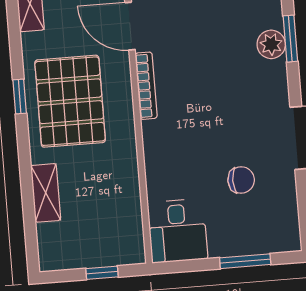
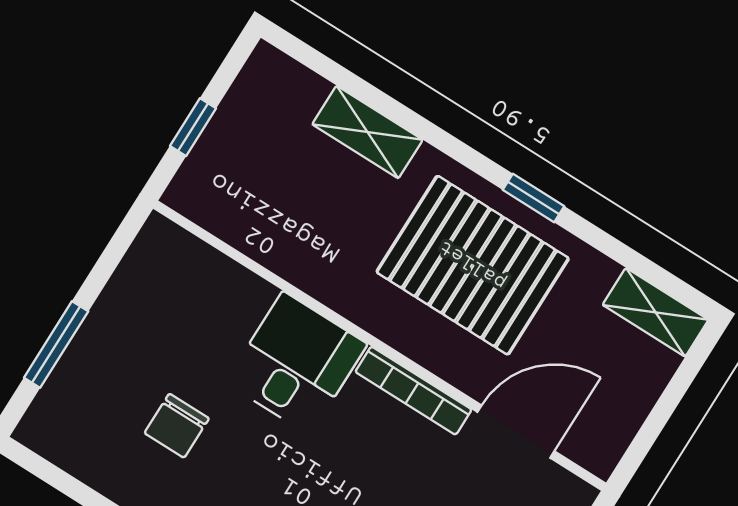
desk: (177, 231) -> (296, 363), moved, turned 90

